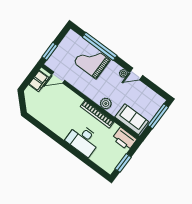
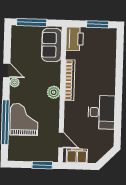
grand piano: (92, 61) -> (24, 120), turned 180
plant: (106, 104) -> (54, 92), moved
desk: (83, 140) -> (101, 112), moved

